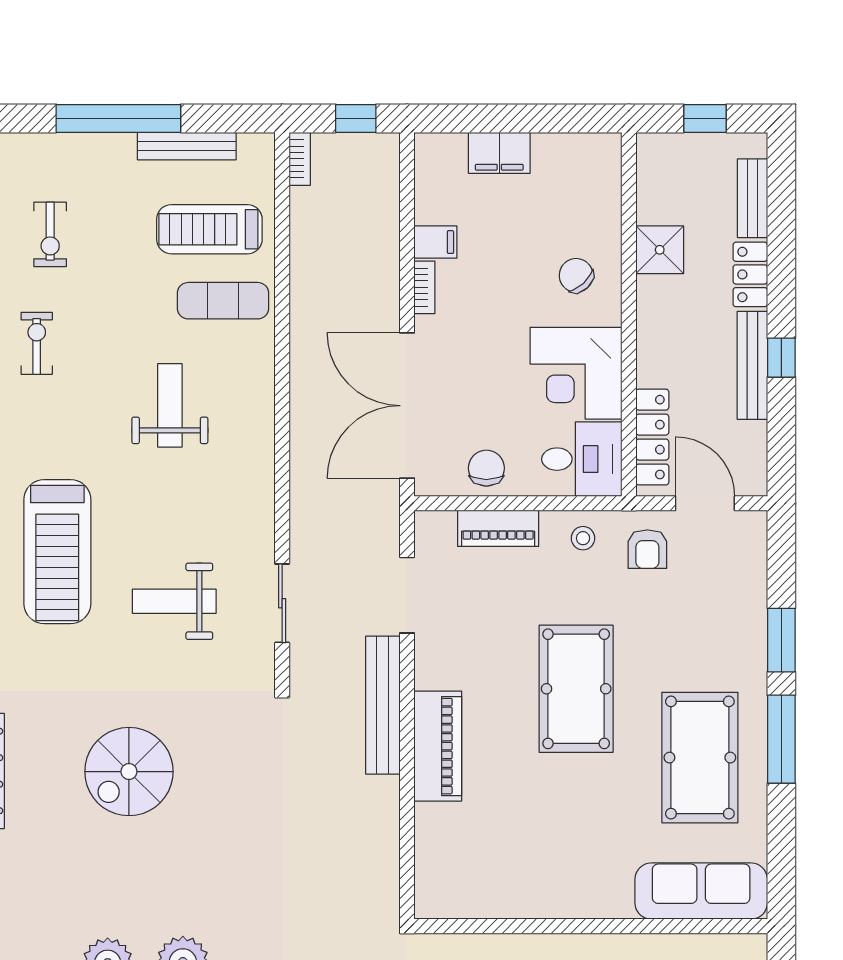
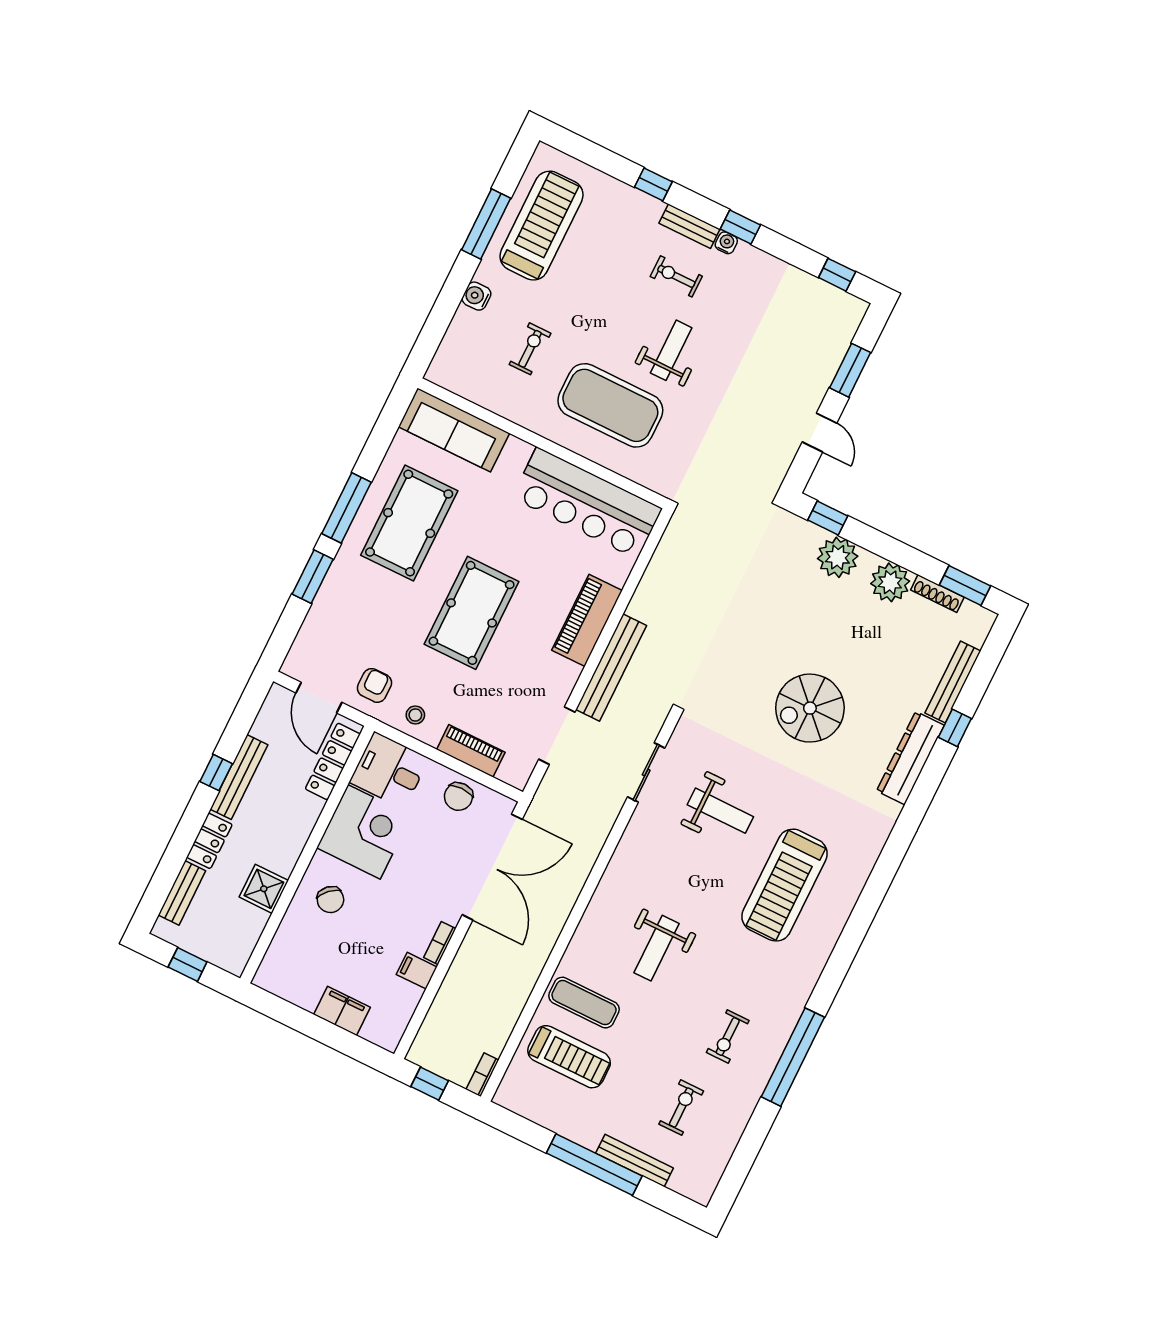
bench: (187, 146) -> (635, 1161), moved
treadmill: (57, 552) -> (784, 885), turned 180
spiral stairs: (129, 772) -> (810, 708), turned 180
bar counter: (505, 882) -> (587, 503), added

